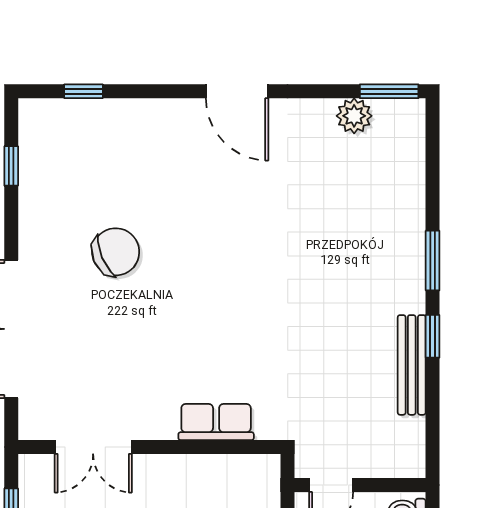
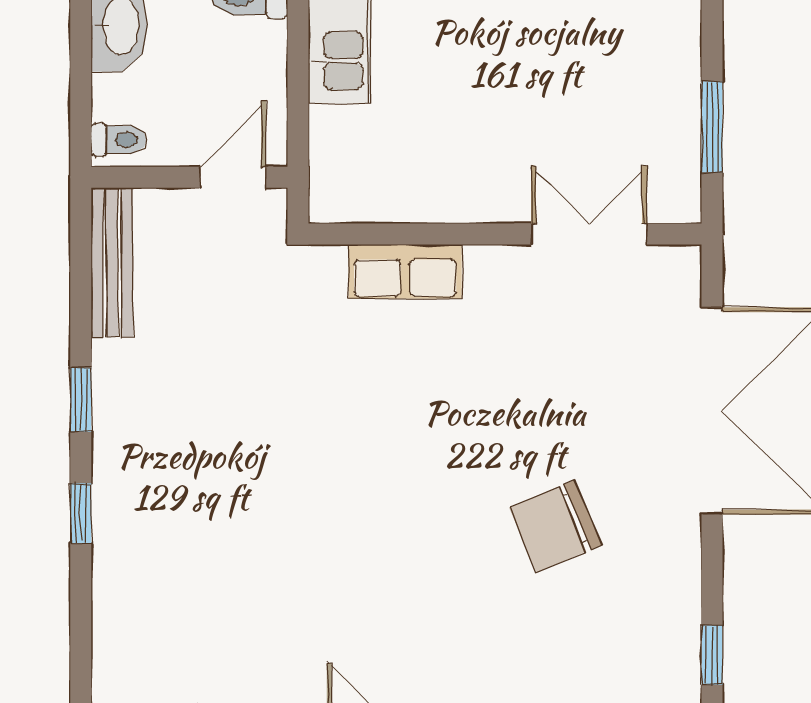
window: (433, 261) -> (81, 513), width x0.67
bench: (412, 365) -> (112, 262), moved

